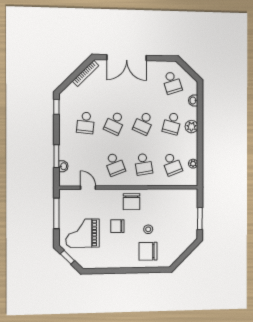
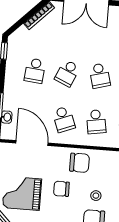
school desk: (143, 123) -> (100, 76), turned -39
door: (88, 188) -> (32, 143), width x1.88
chair: (132, 202) -> (79, 163), turned -90

